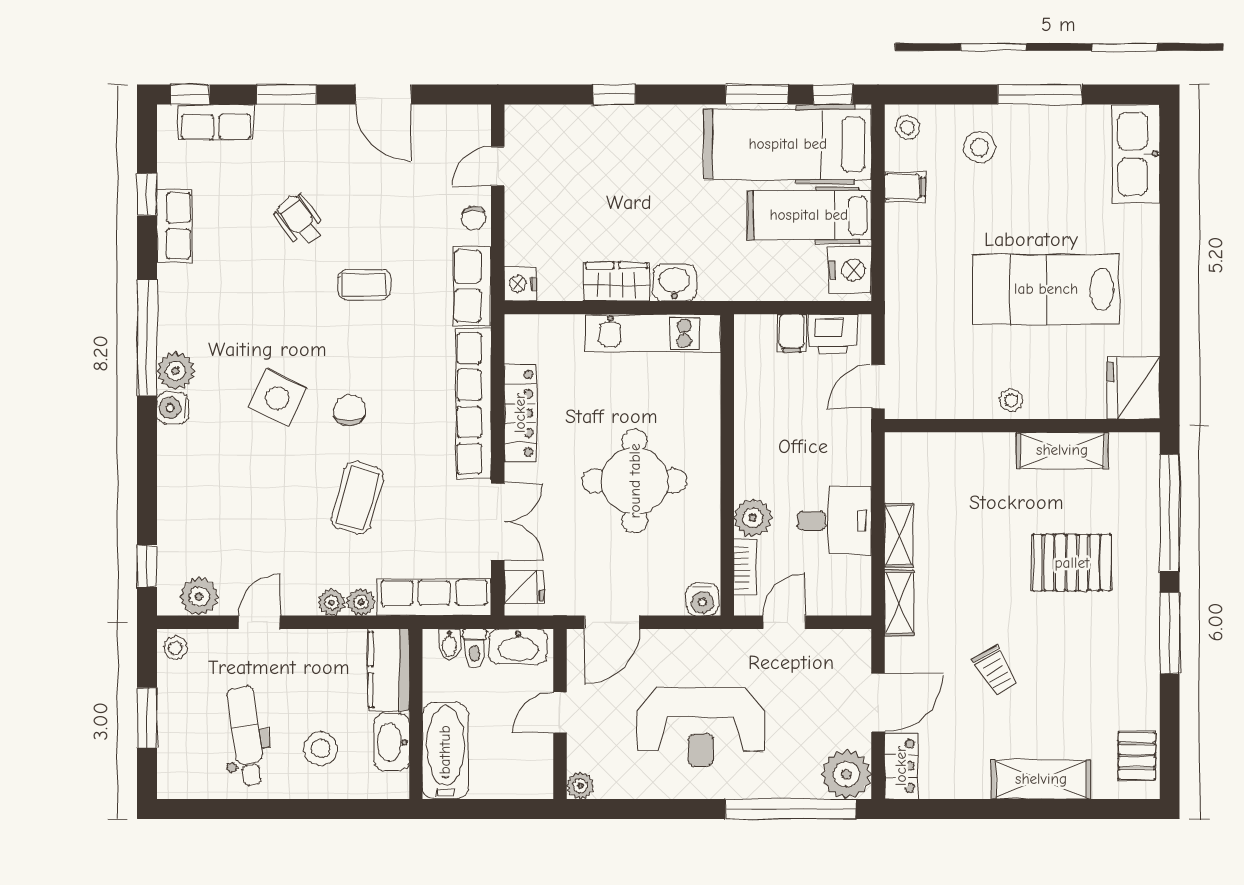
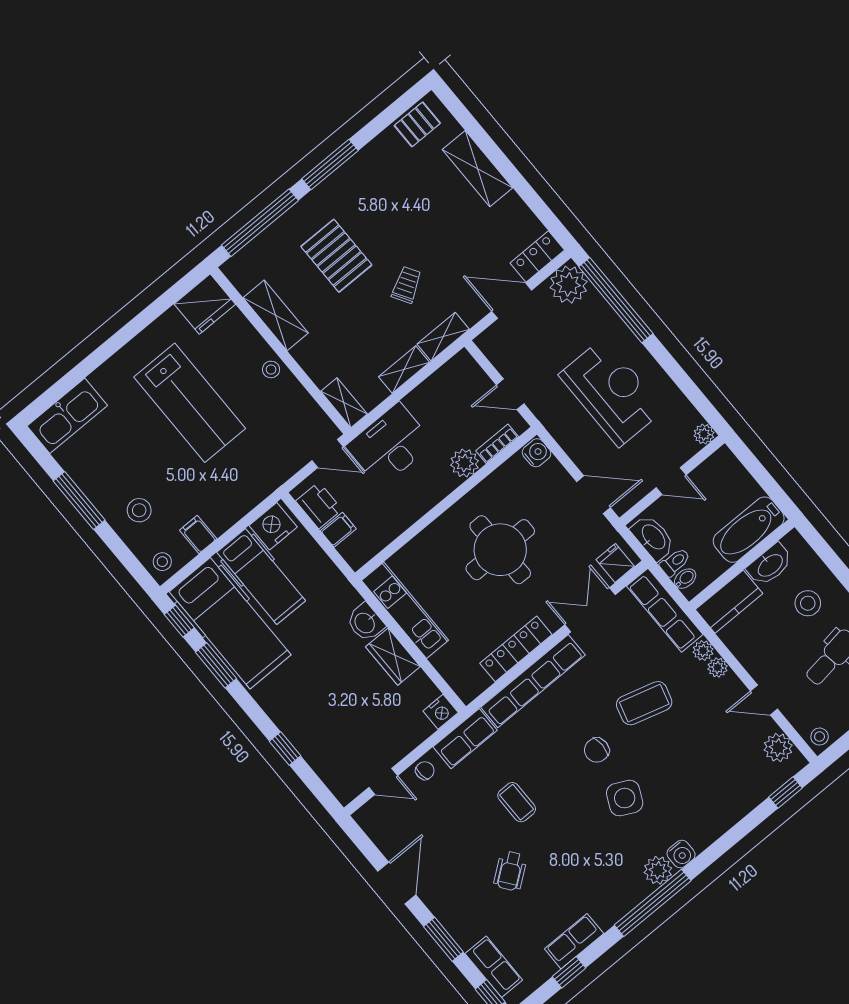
shelving: (916, 446) -> (344, 403), added
desk: (834, 521) -> (390, 445), moved, width x1.37
trolley: (995, 671) -> (407, 285), moved

